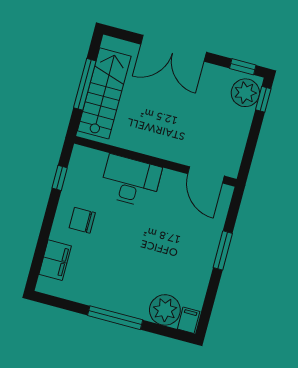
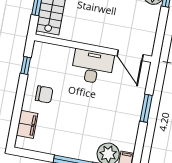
desk: (131, 181) -> (92, 67), moved
chair: (82, 220) -> (44, 94), turned 180

